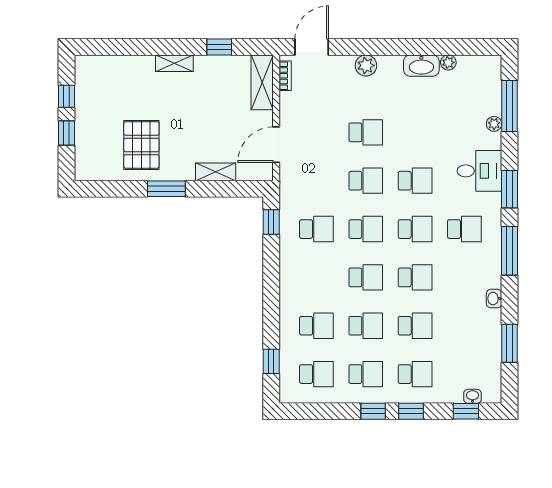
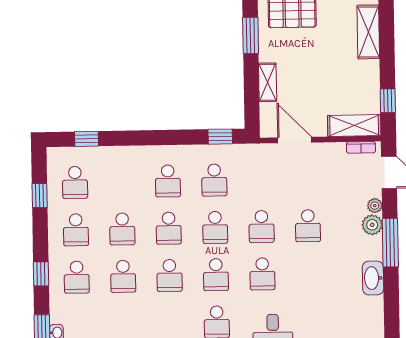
window: (219, 47) -> (388, 101), moved
window: (385, 47) -> (390, 243), added
plant: (448, 62) -> (375, 206), moved
shelving: (174, 63) -> (368, 32), width x1.50, depth x1.33
school desk: (316, 326) -> (168, 181), moved
window: (373, 411) -> (40, 195), moved

